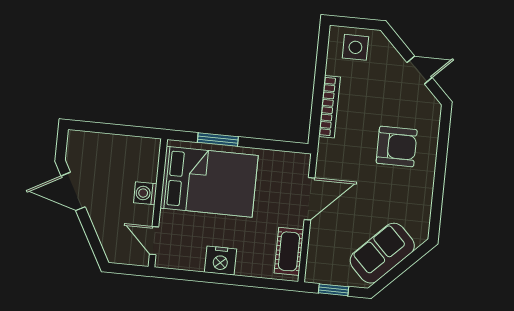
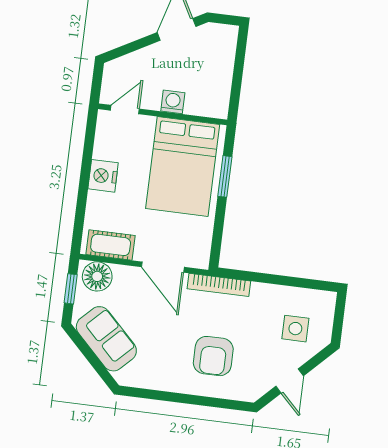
side table: (355, 47) -> (295, 329), moved
bookcase: (329, 107) -> (219, 285), moved
floor lamp: (321, 264) -> (97, 276), added

